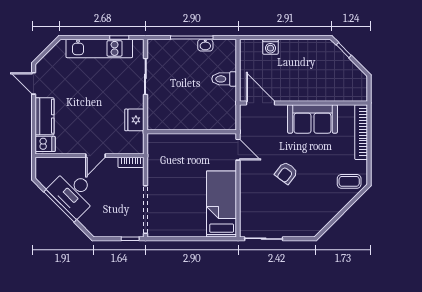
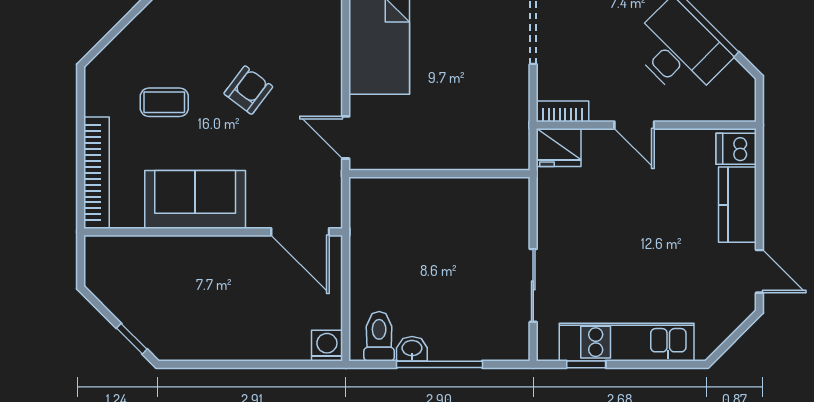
washing machine: (270, 47) -> (327, 346), moved
toilet: (224, 79) -> (379, 336), moved, turned -90
fridge: (134, 120) -> (559, 147), moved, turned 90
door: (96, 156) -> (634, 125), swing flipped
coffee table: (349, 181) -> (164, 102), moved

